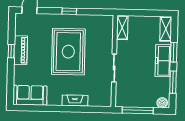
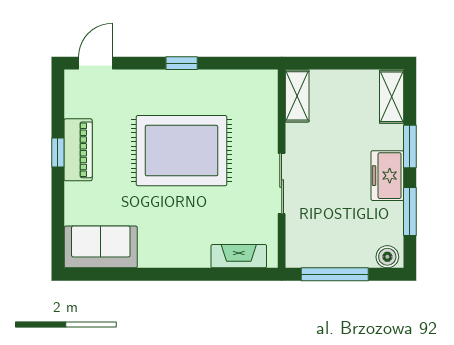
rug: (68, 52) -> (182, 151), turned 90
freezer: (163, 61) -> (387, 176), width x0.71
fireplace: (75, 101) -> (239, 256), moved

